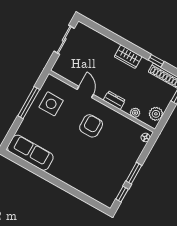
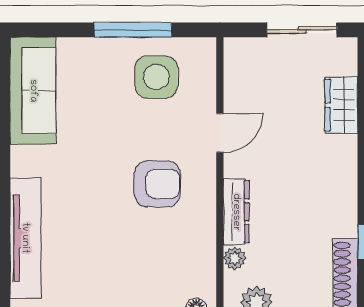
wardrobe: (128, 57) -> (341, 105), moved
dresser: (114, 100) -> (236, 212), width x1.44
tv unit: (84, 186) -> (25, 238), added

